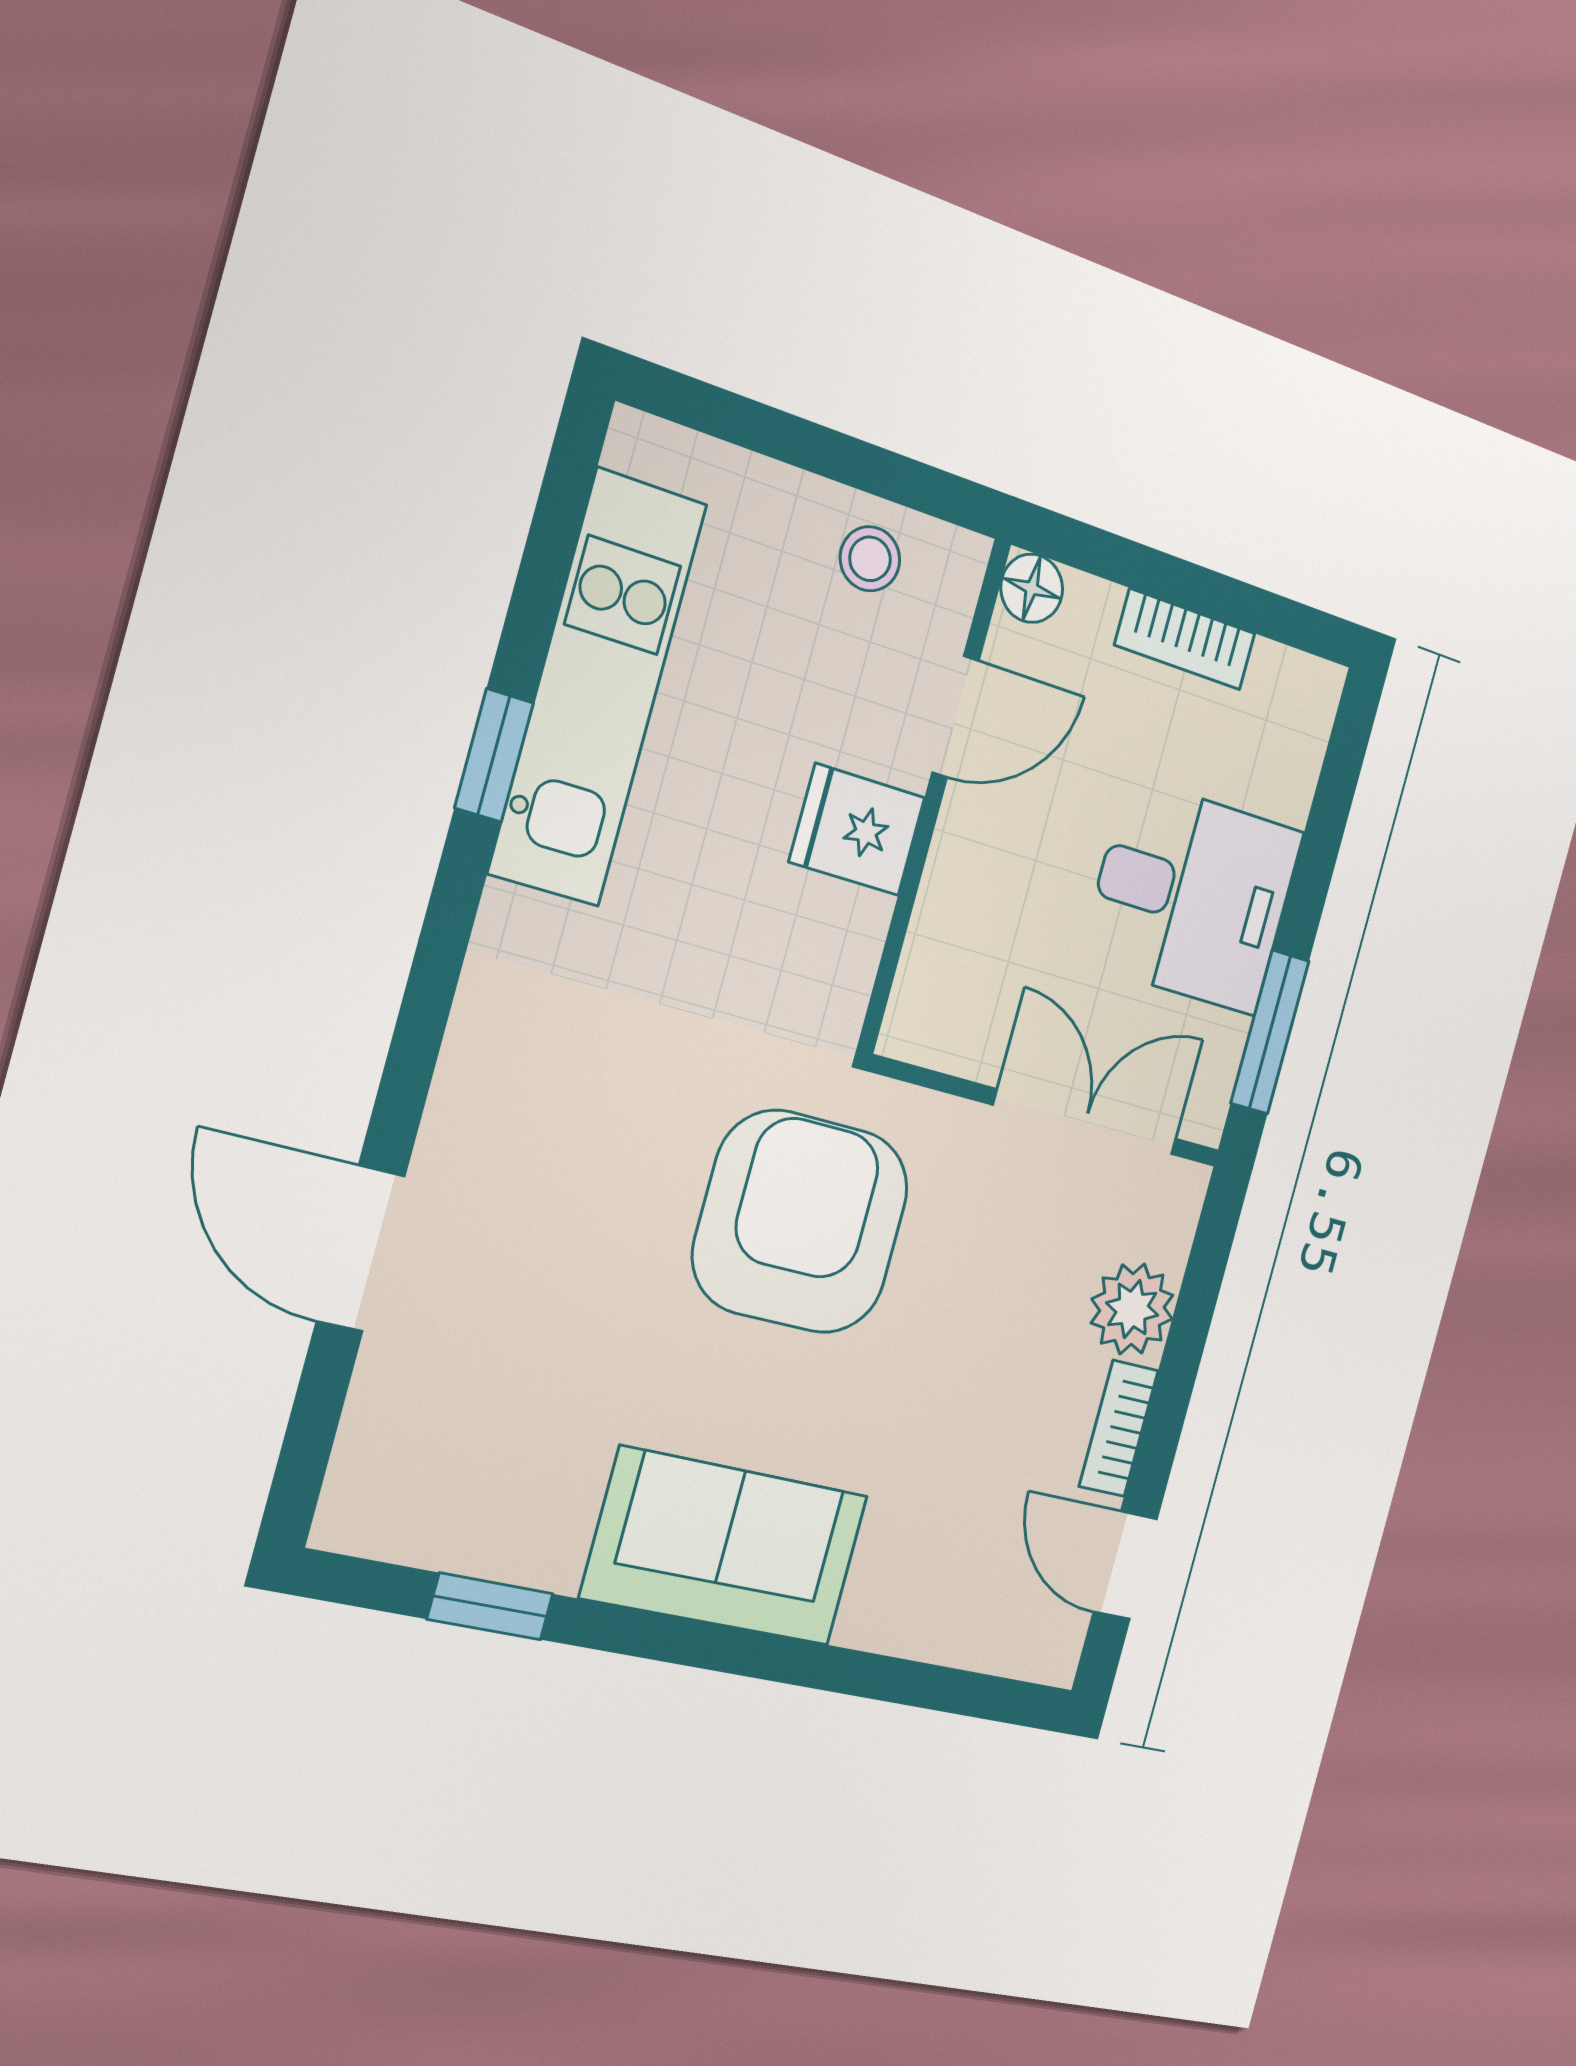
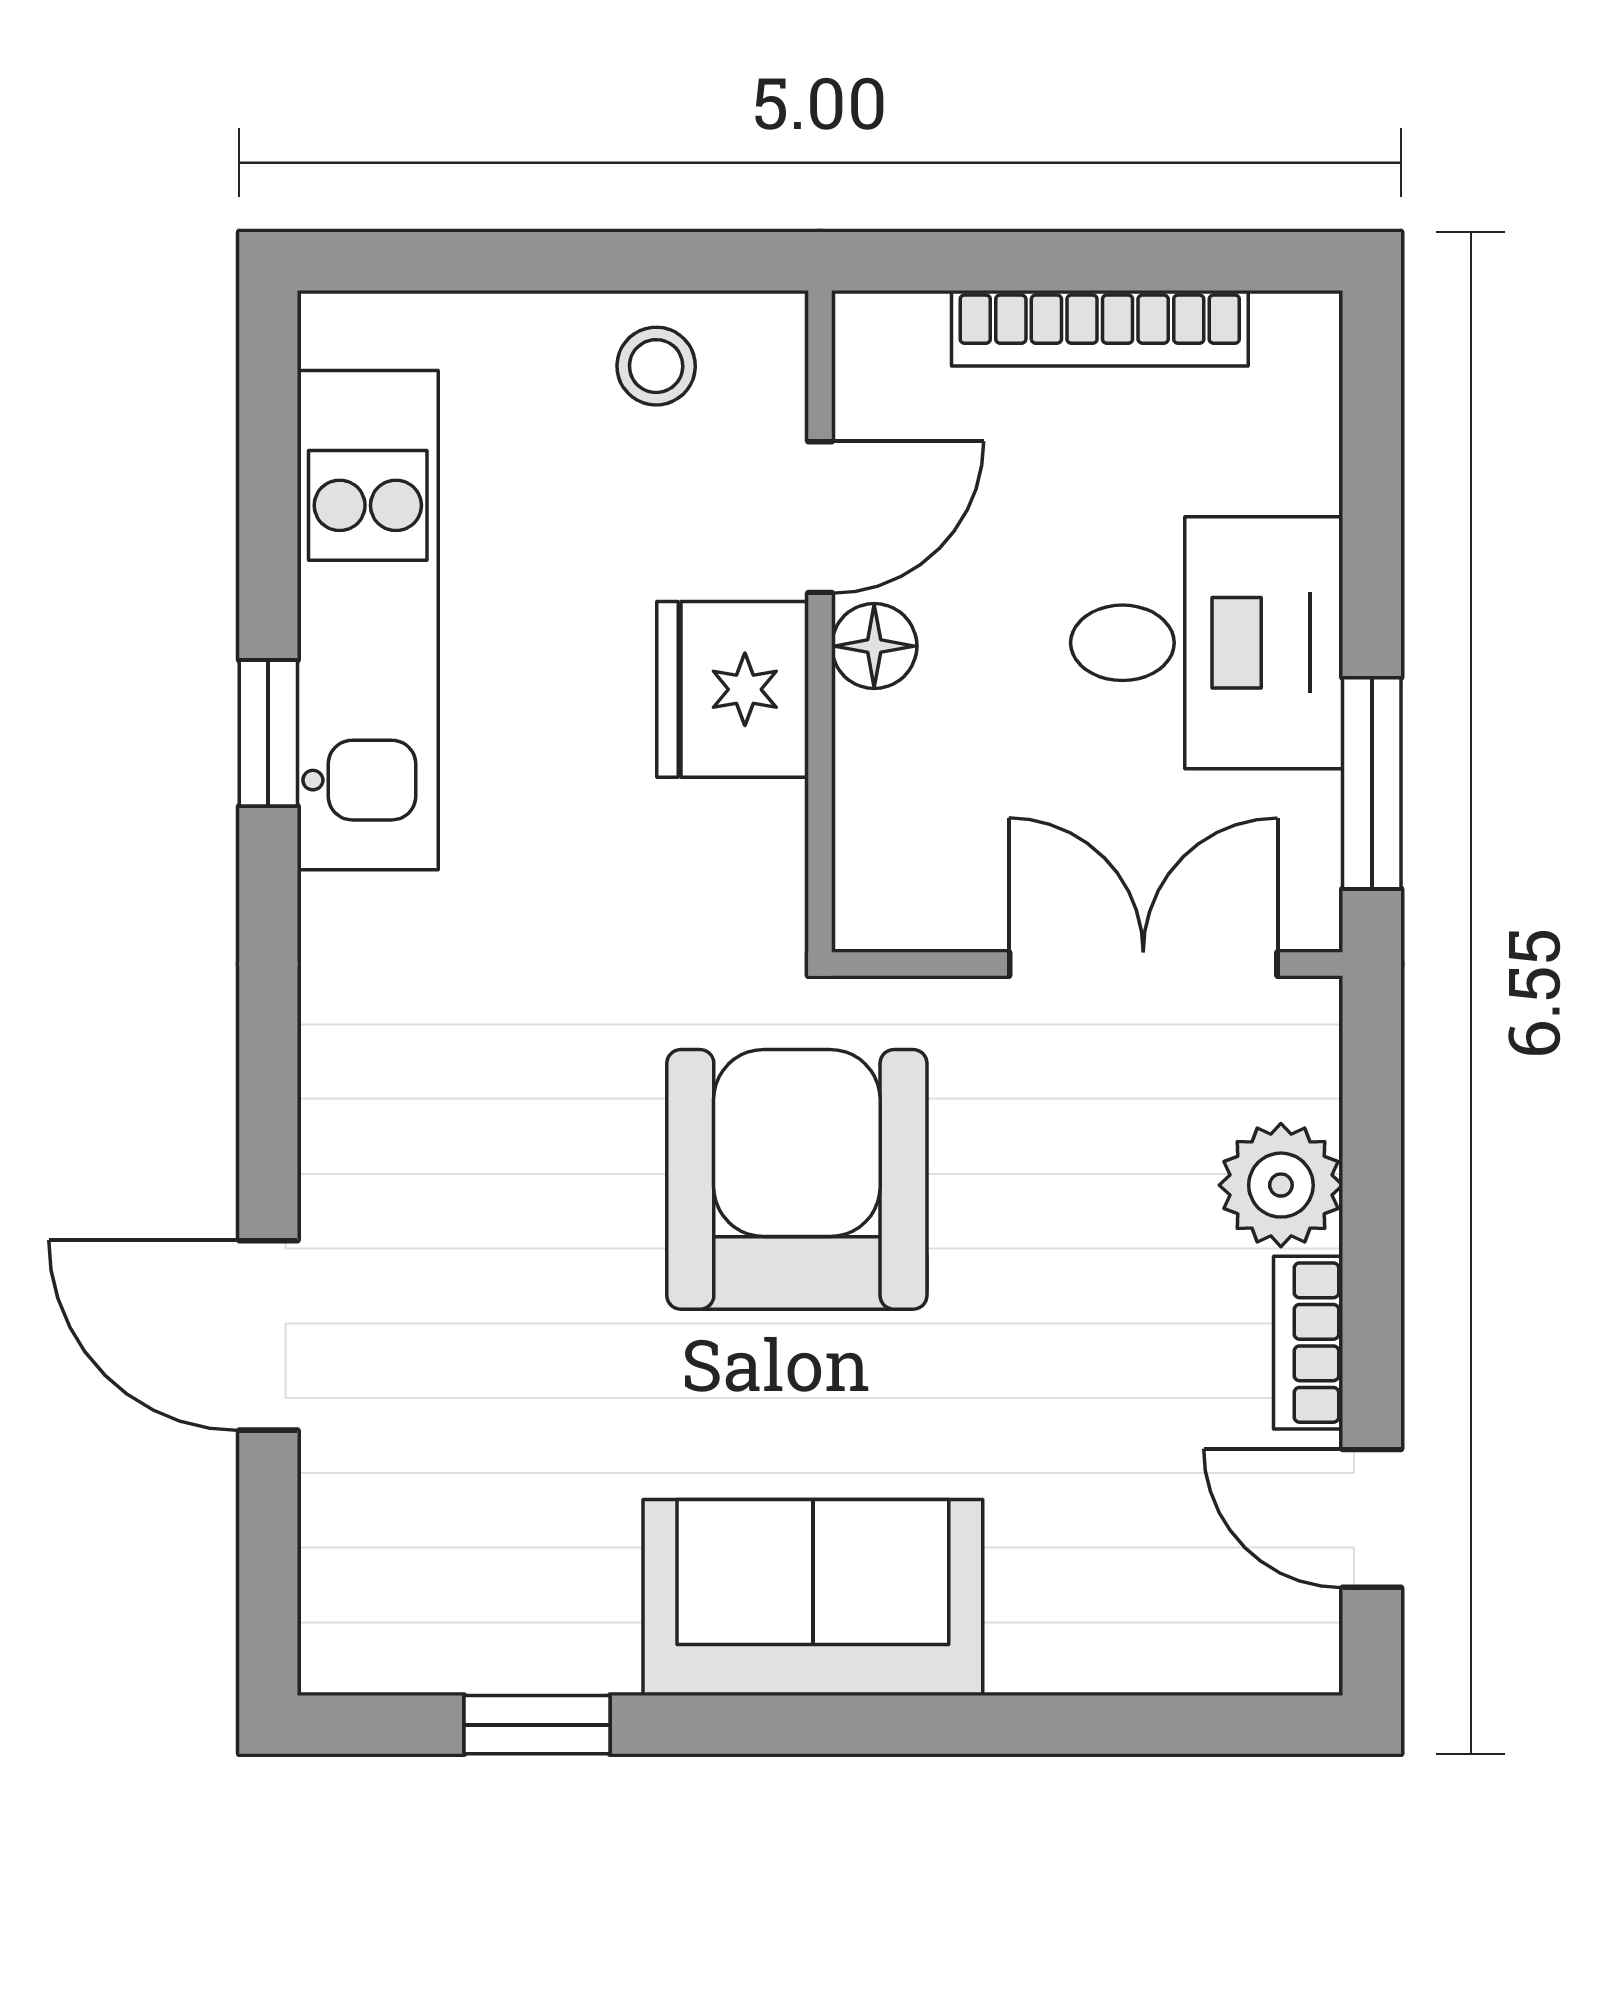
floor lamp: (1032, 588) -> (874, 646), moved
bookcase: (1185, 639) -> (1100, 328), width x1.56
fridge: (857, 830) -> (733, 689), width x1.38

